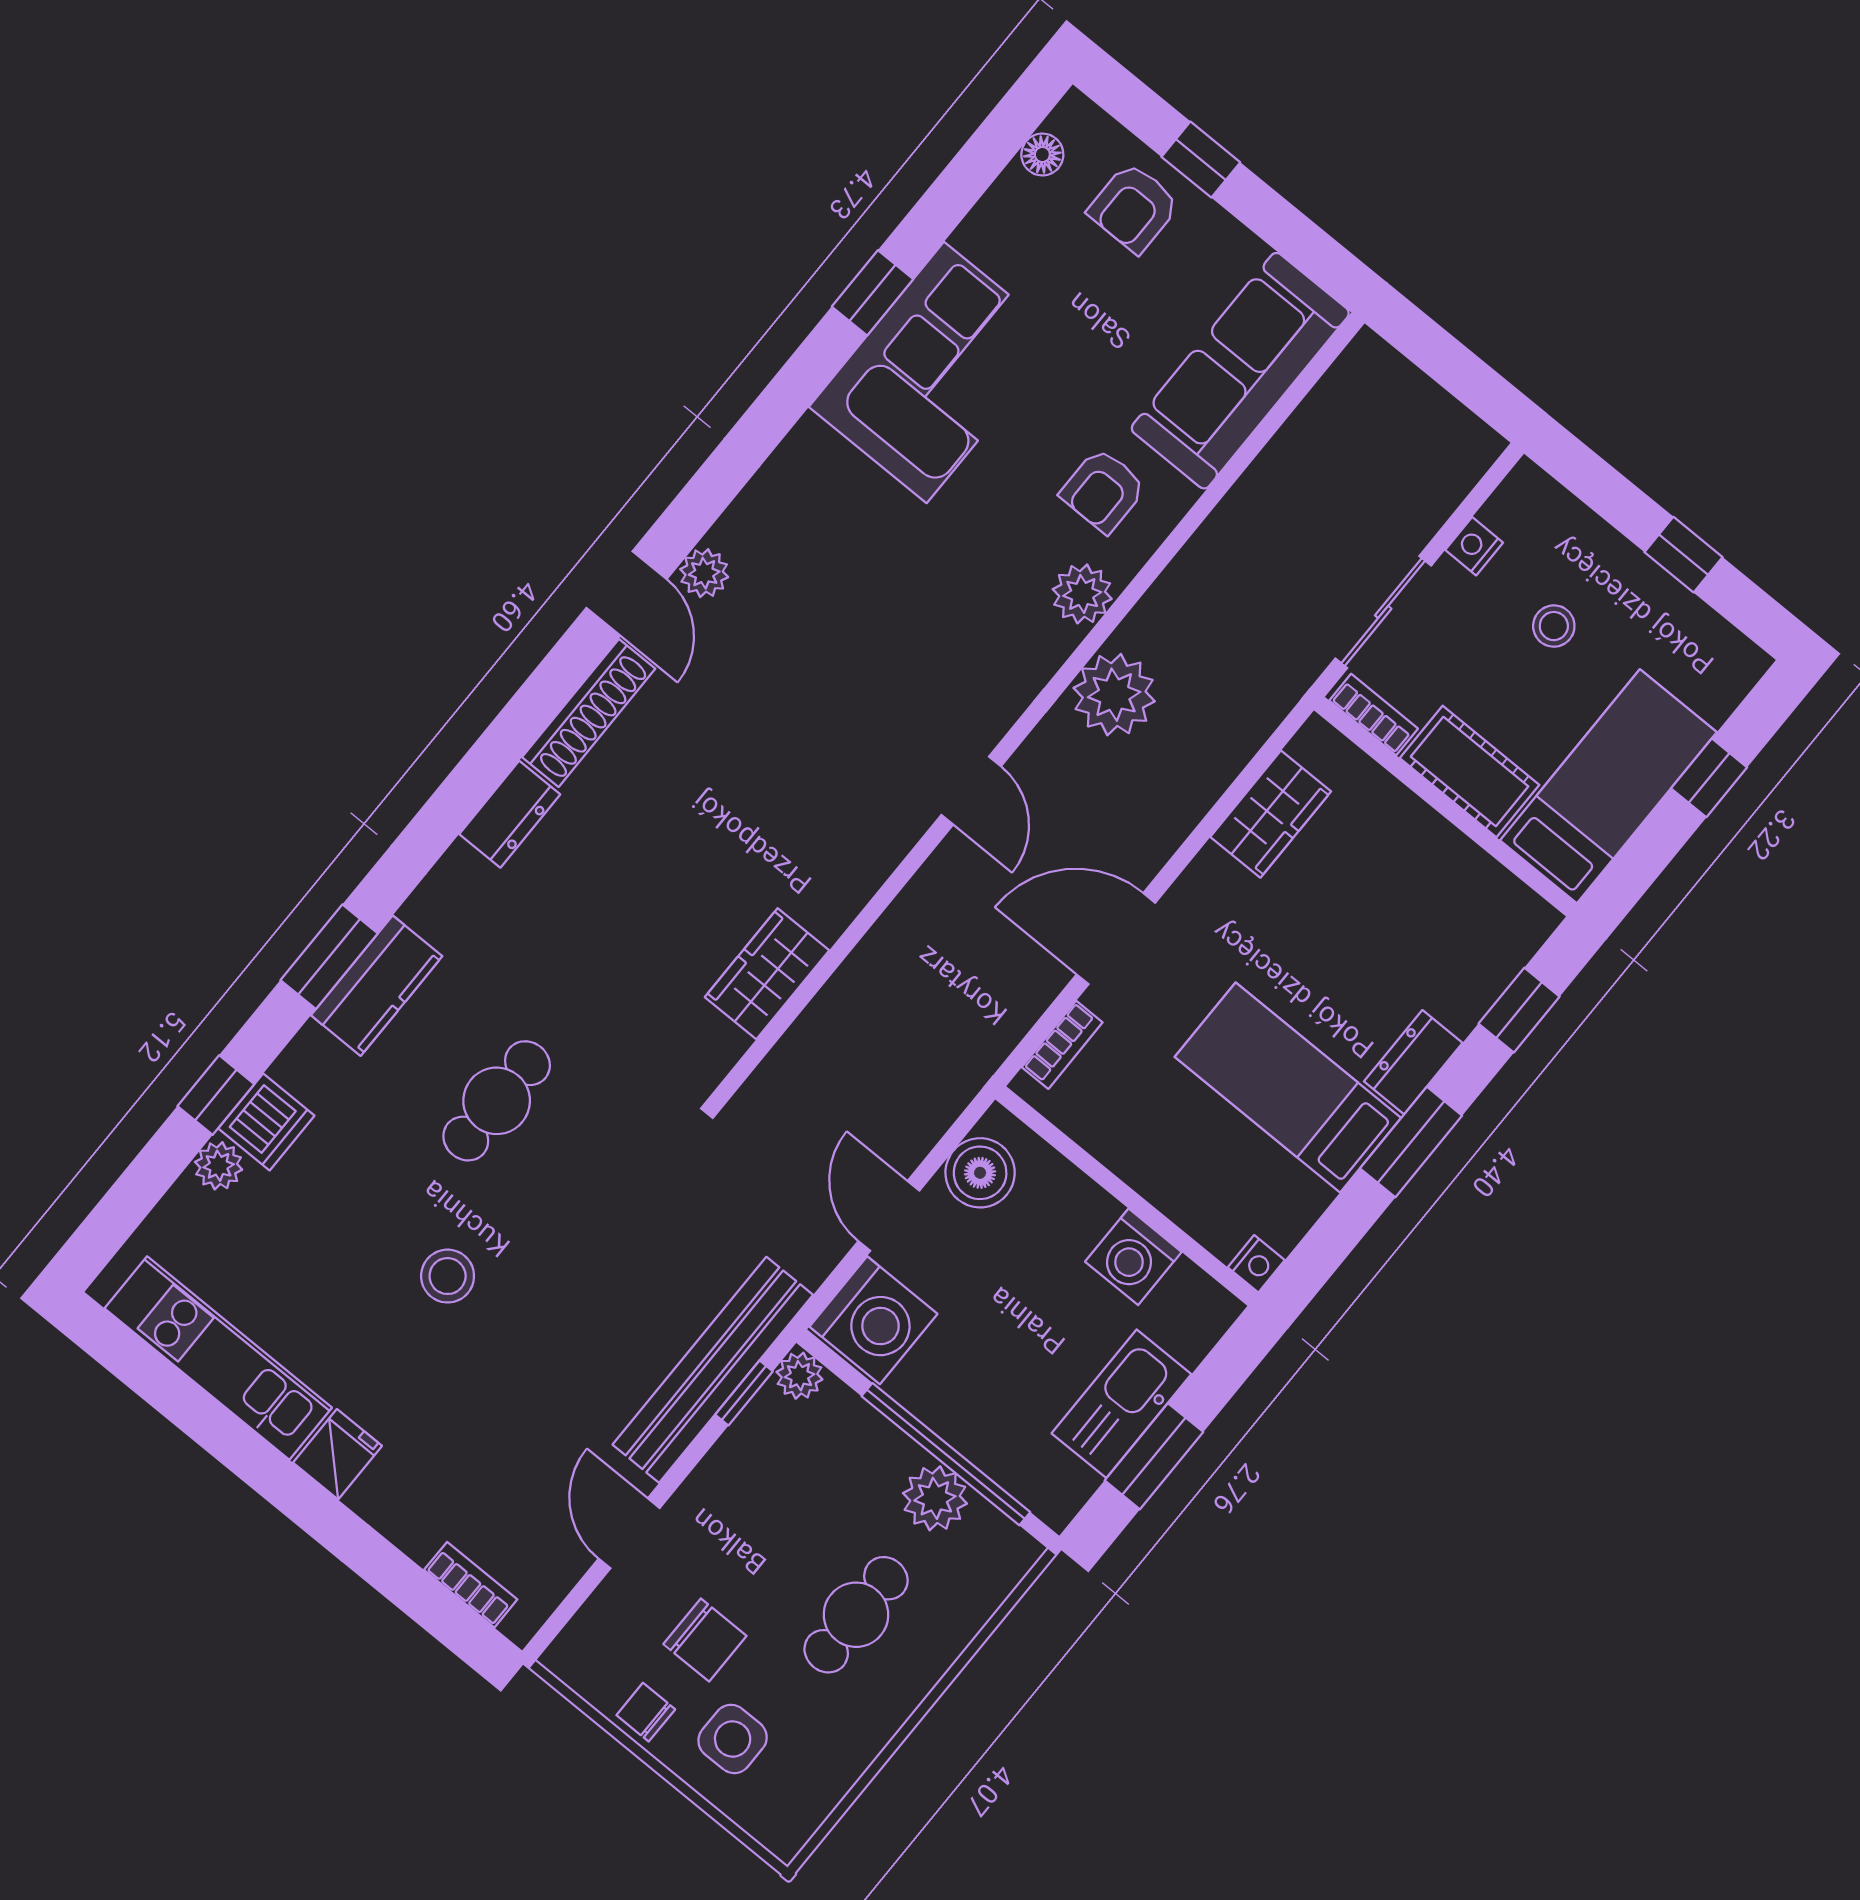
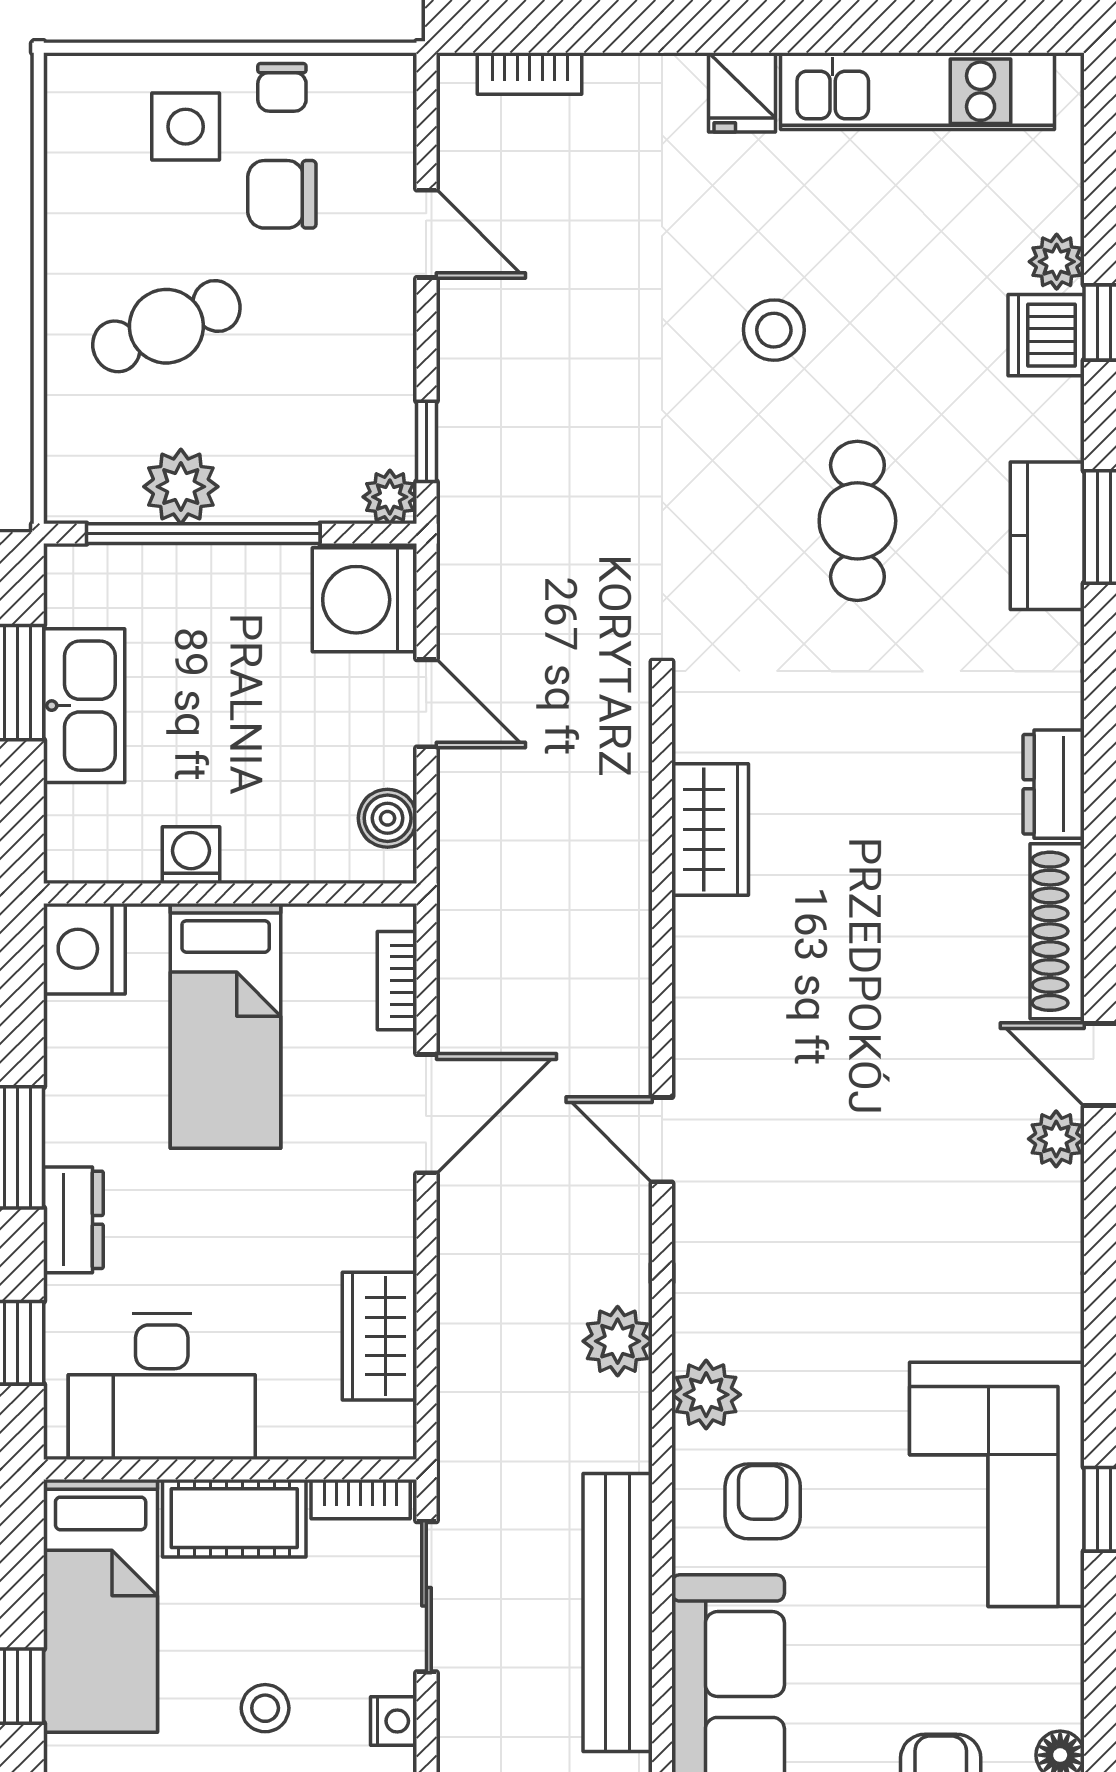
plant: (1114, 695) -> (618, 1341), width x0.73, depth x0.73
desk: (1446, 901) -> (162, 1386), added
bed: (1288, 1087) -> (226, 1026), moved, turned 90
boiler: (980, 1173) -> (388, 818), width x0.73, depth x0.73
washing machine: (1133, 1257) -> (191, 855), width x0.73, depth x0.73
nightstand: (1256, 1264) -> (84, 949), width x1.89, depth x1.79
bench: (713, 1370) -> (618, 1613), moved
cafe table: (856, 1615) -> (166, 326), turned 68
chair: (646, 1712) -> (282, 87), turned 90

